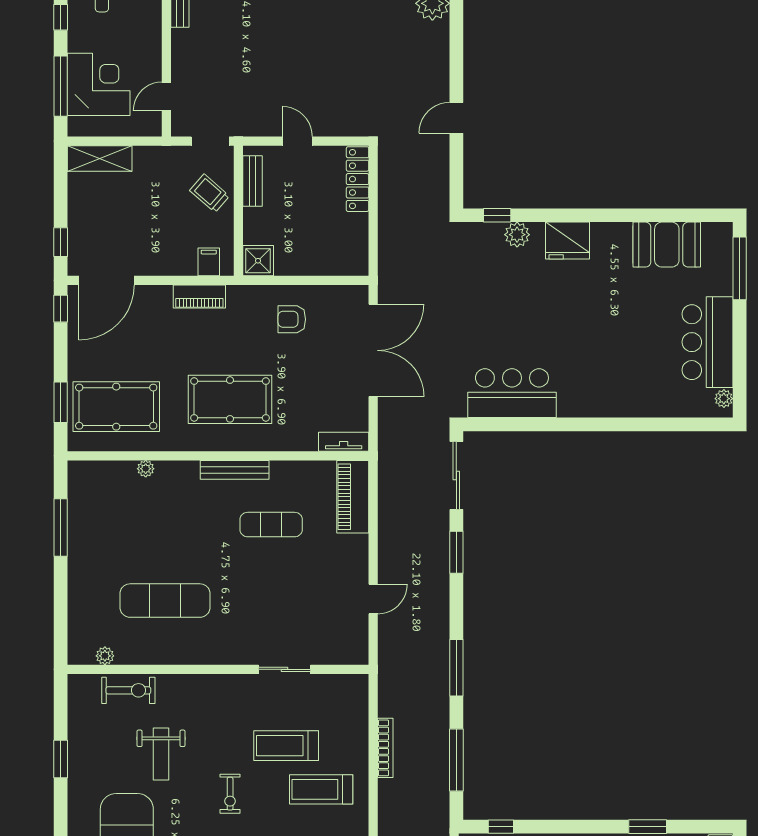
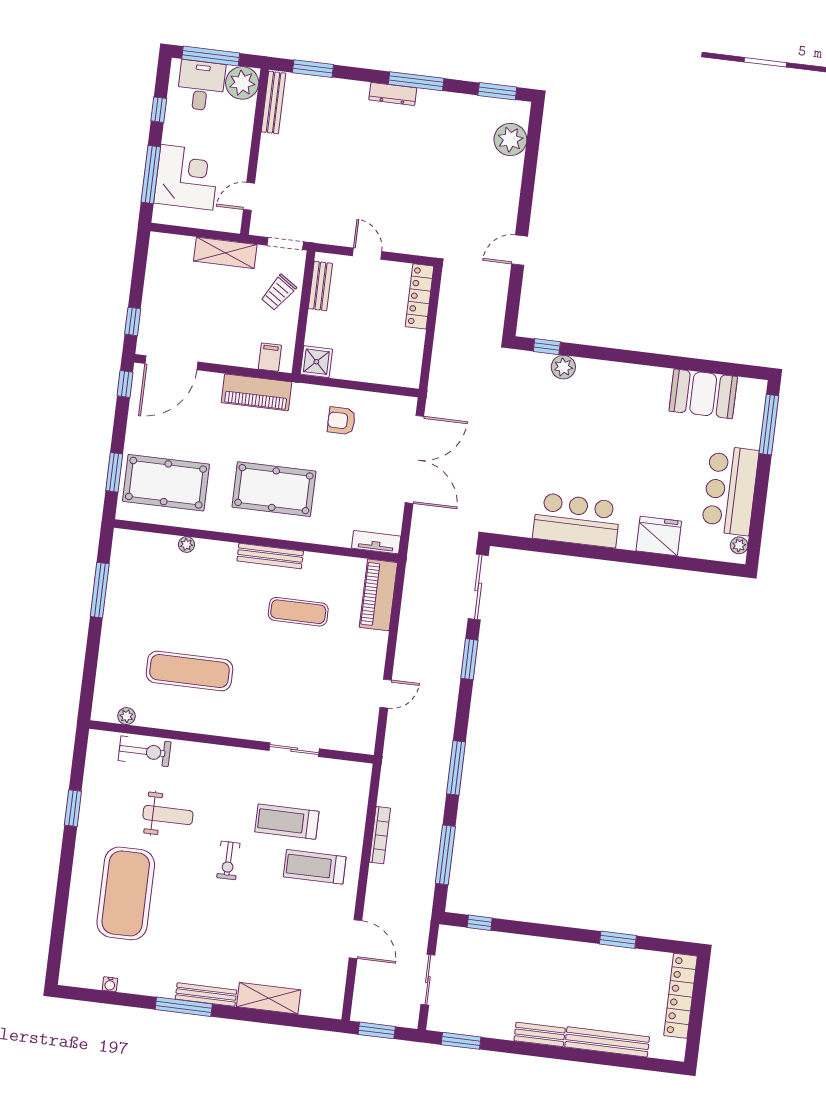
shelving: (100, 158) -> (225, 253), moved
trolley: (209, 193) -> (278, 293), turned -97
fridge: (567, 241) -> (659, 536), moved, turned 180
piano: (199, 297) -> (257, 392), width x1.37, depth x1.33
bar counter: (512, 393) -> (577, 520), moved
weight bench: (161, 754) -> (168, 815), turned -90

